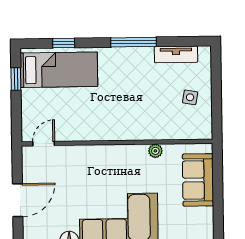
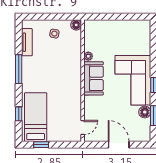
floor lamp: (204, 131) -> (76, 25), added
door: (44, 144) -> (83, 128), swing flipped
sofa: (198, 180) -> (94, 78), moved, turned -90

